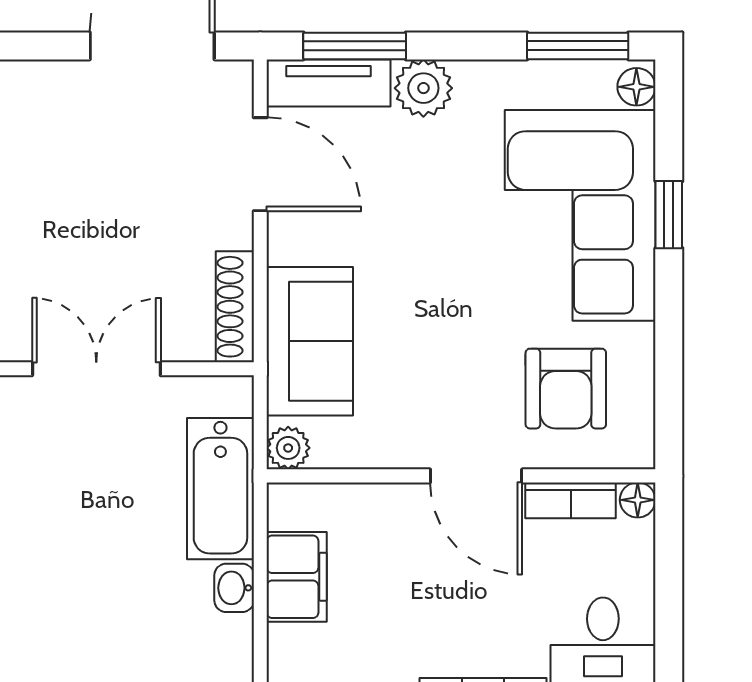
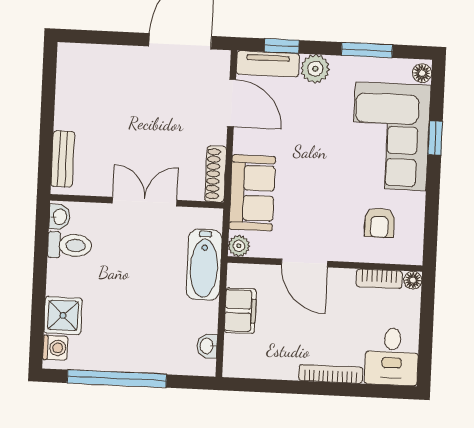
window: (355, 46) -> (282, 46), width x0.67
window: (578, 46) -> (367, 50), moved
armchair: (566, 389) -> (379, 223), width x0.72, depth x0.72
door: (476, 476) -> (305, 263), moved
washbasin: (234, 588) -> (207, 346), moved

